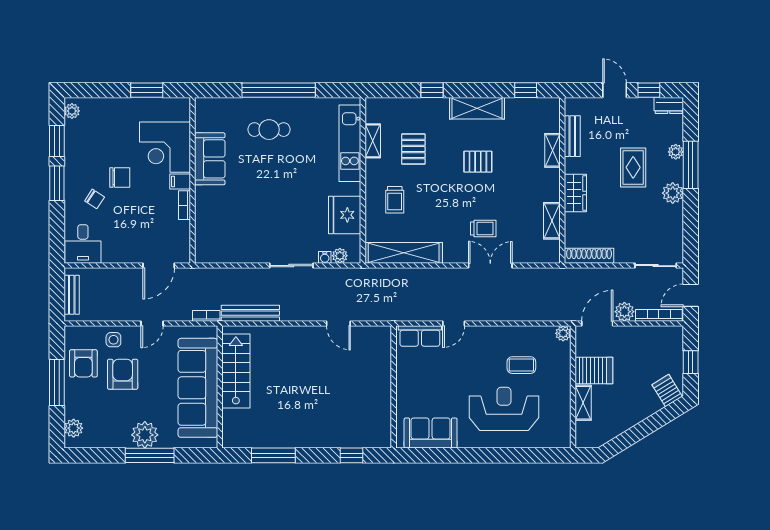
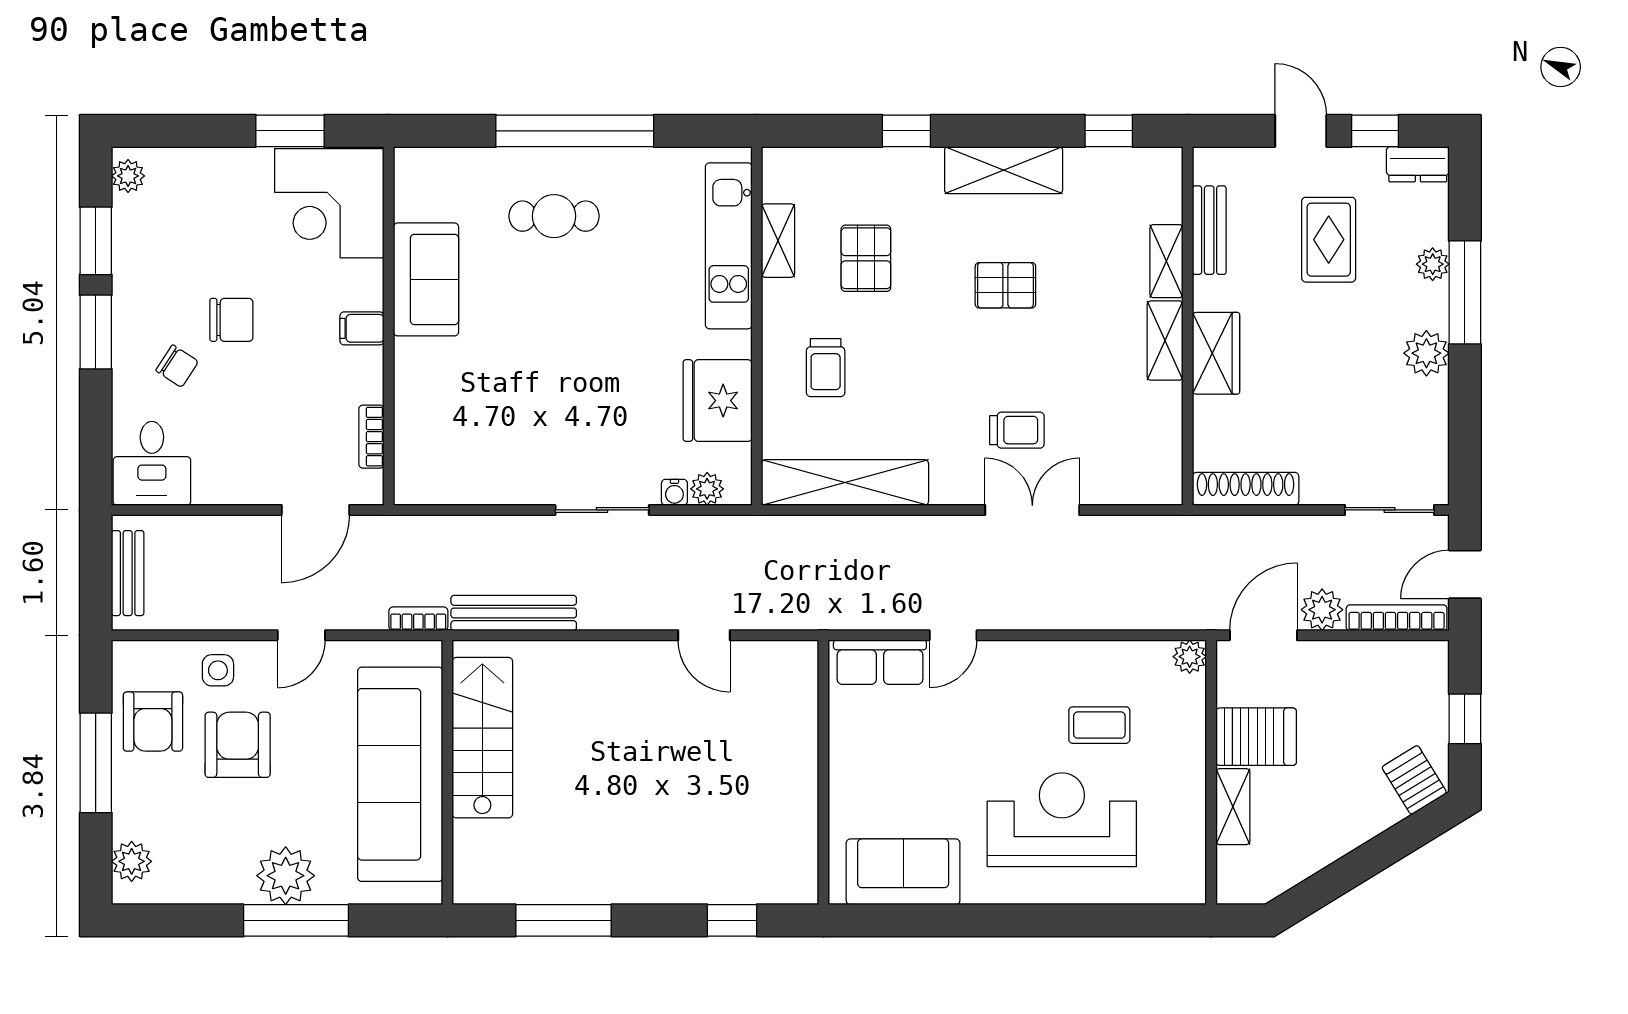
corner desk: (165, 147) -> (329, 203), moved
rug: (633, 167) -> (1329, 240), moved
bookcase: (184, 205) -> (371, 437), moved
shelving: (552, 221) -> (1165, 341), moved

